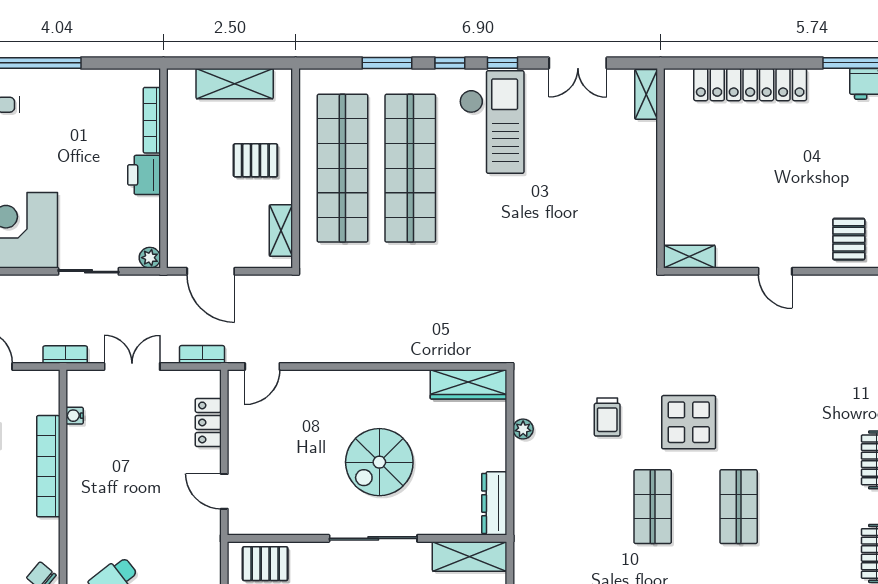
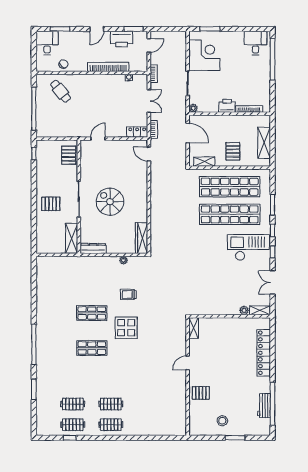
checkout: (492, 122) -> (248, 247), turned 180
plant: (646, 133) -> (244, 310), added
door: (211, 271) -> (188, 133), swing flipped
locker: (208, 422) -> (137, 132), moved

